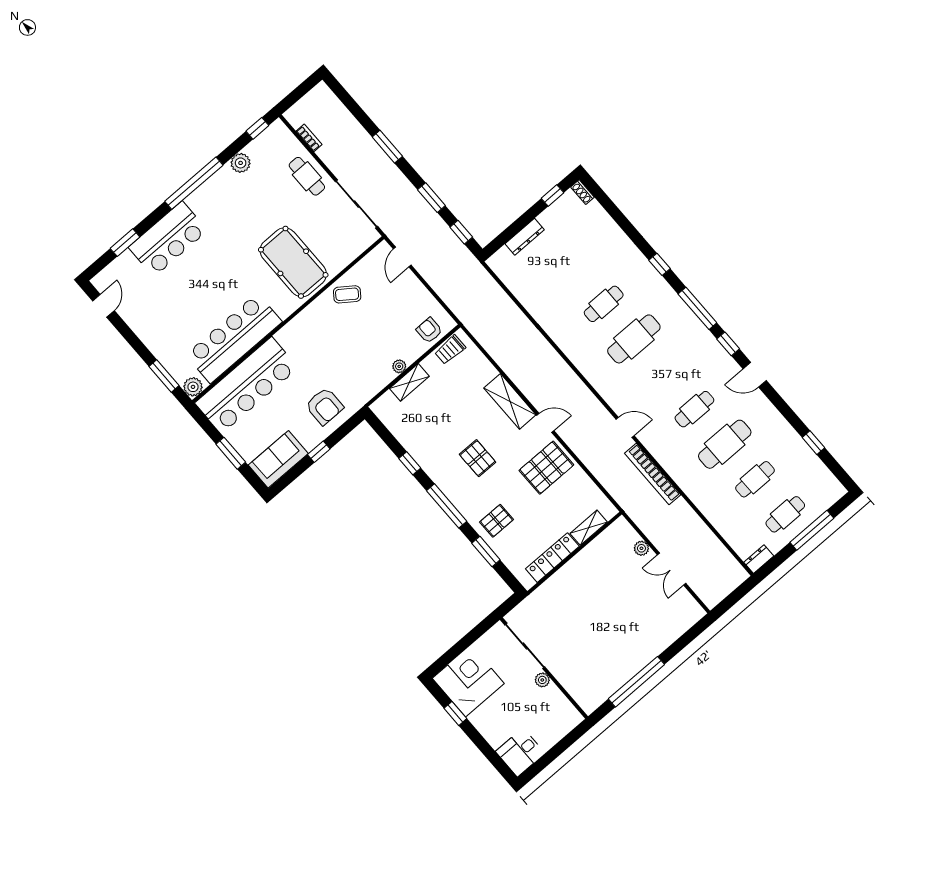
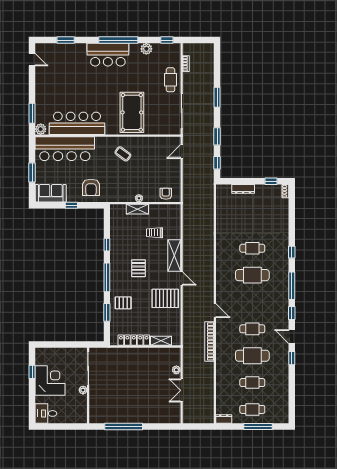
bar counter: (168, 239) -> (108, 55), moved
coffee table: (347, 294) -> (123, 154), moved
door: (103, 306) -> (32, 60), hinge flipped
trolley: (450, 350) -> (154, 233), moved
window: (813, 443) -> (292, 358), moved
corner desk: (468, 681) -> (50, 380), moved

